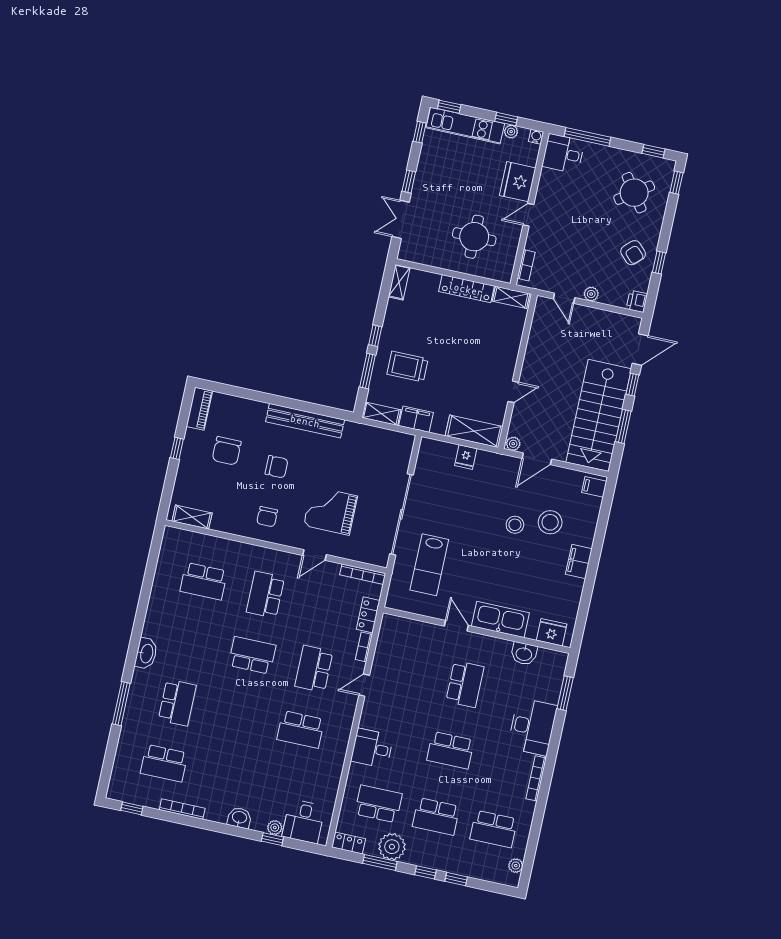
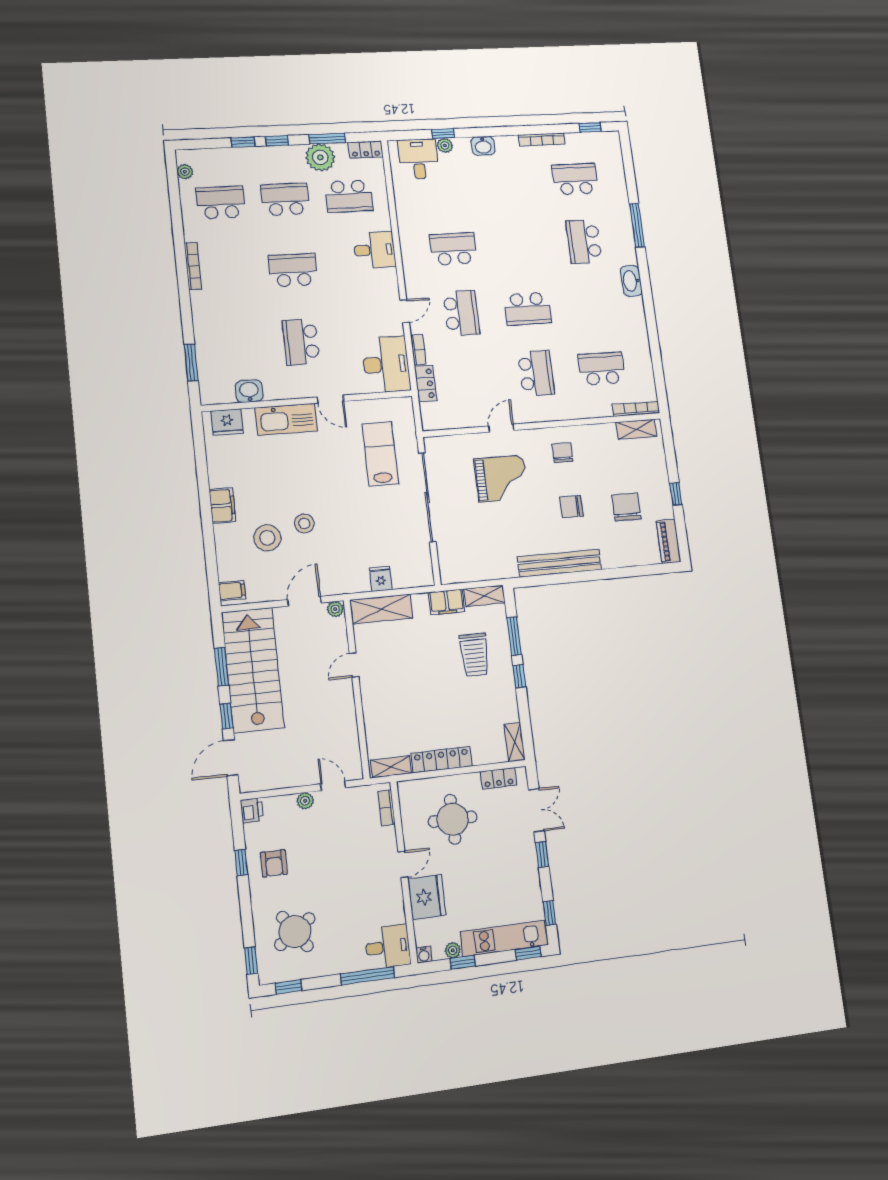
armchair: (633, 253) -> (274, 863), turned -136
locker: (424, 257) -> (498, 778), added
trolley: (408, 367) -> (475, 655), turned 90
bookcase: (363, 574) -> (636, 409), moved
desk: (532, 727) -> (386, 364), moved, turned 180

